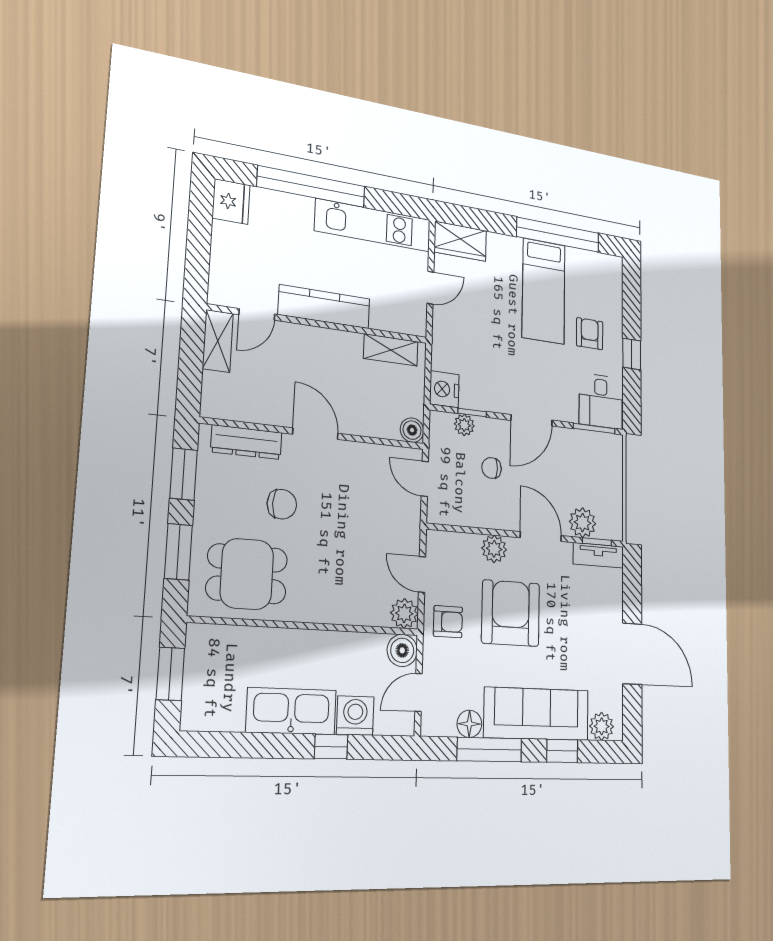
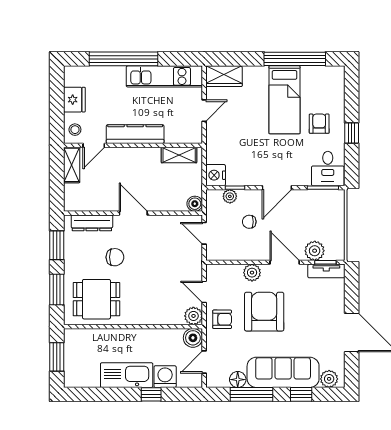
fridge: (231, 201) -> (74, 100), moved
stool: (227, 284) -> (75, 130), added

